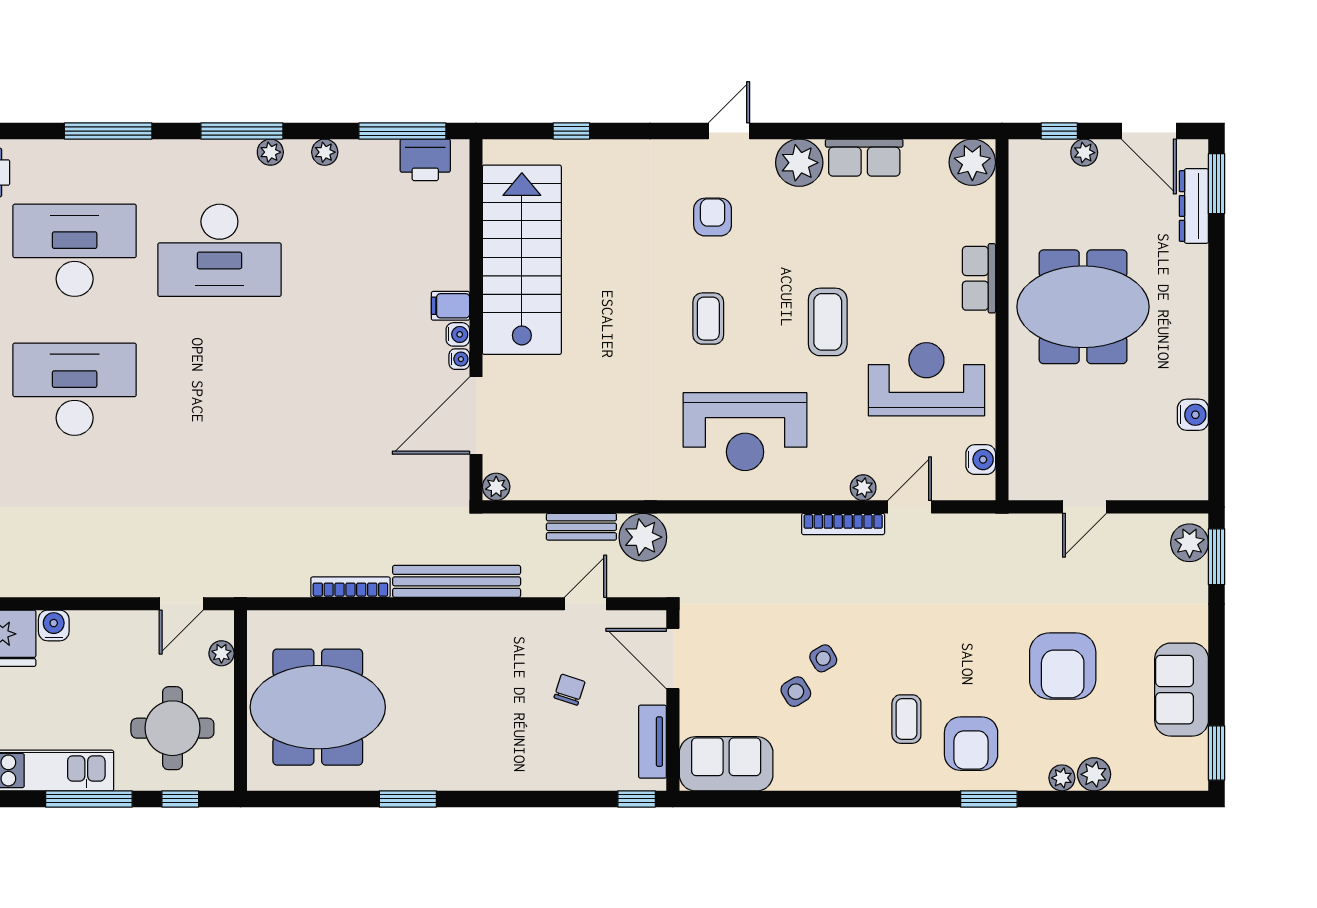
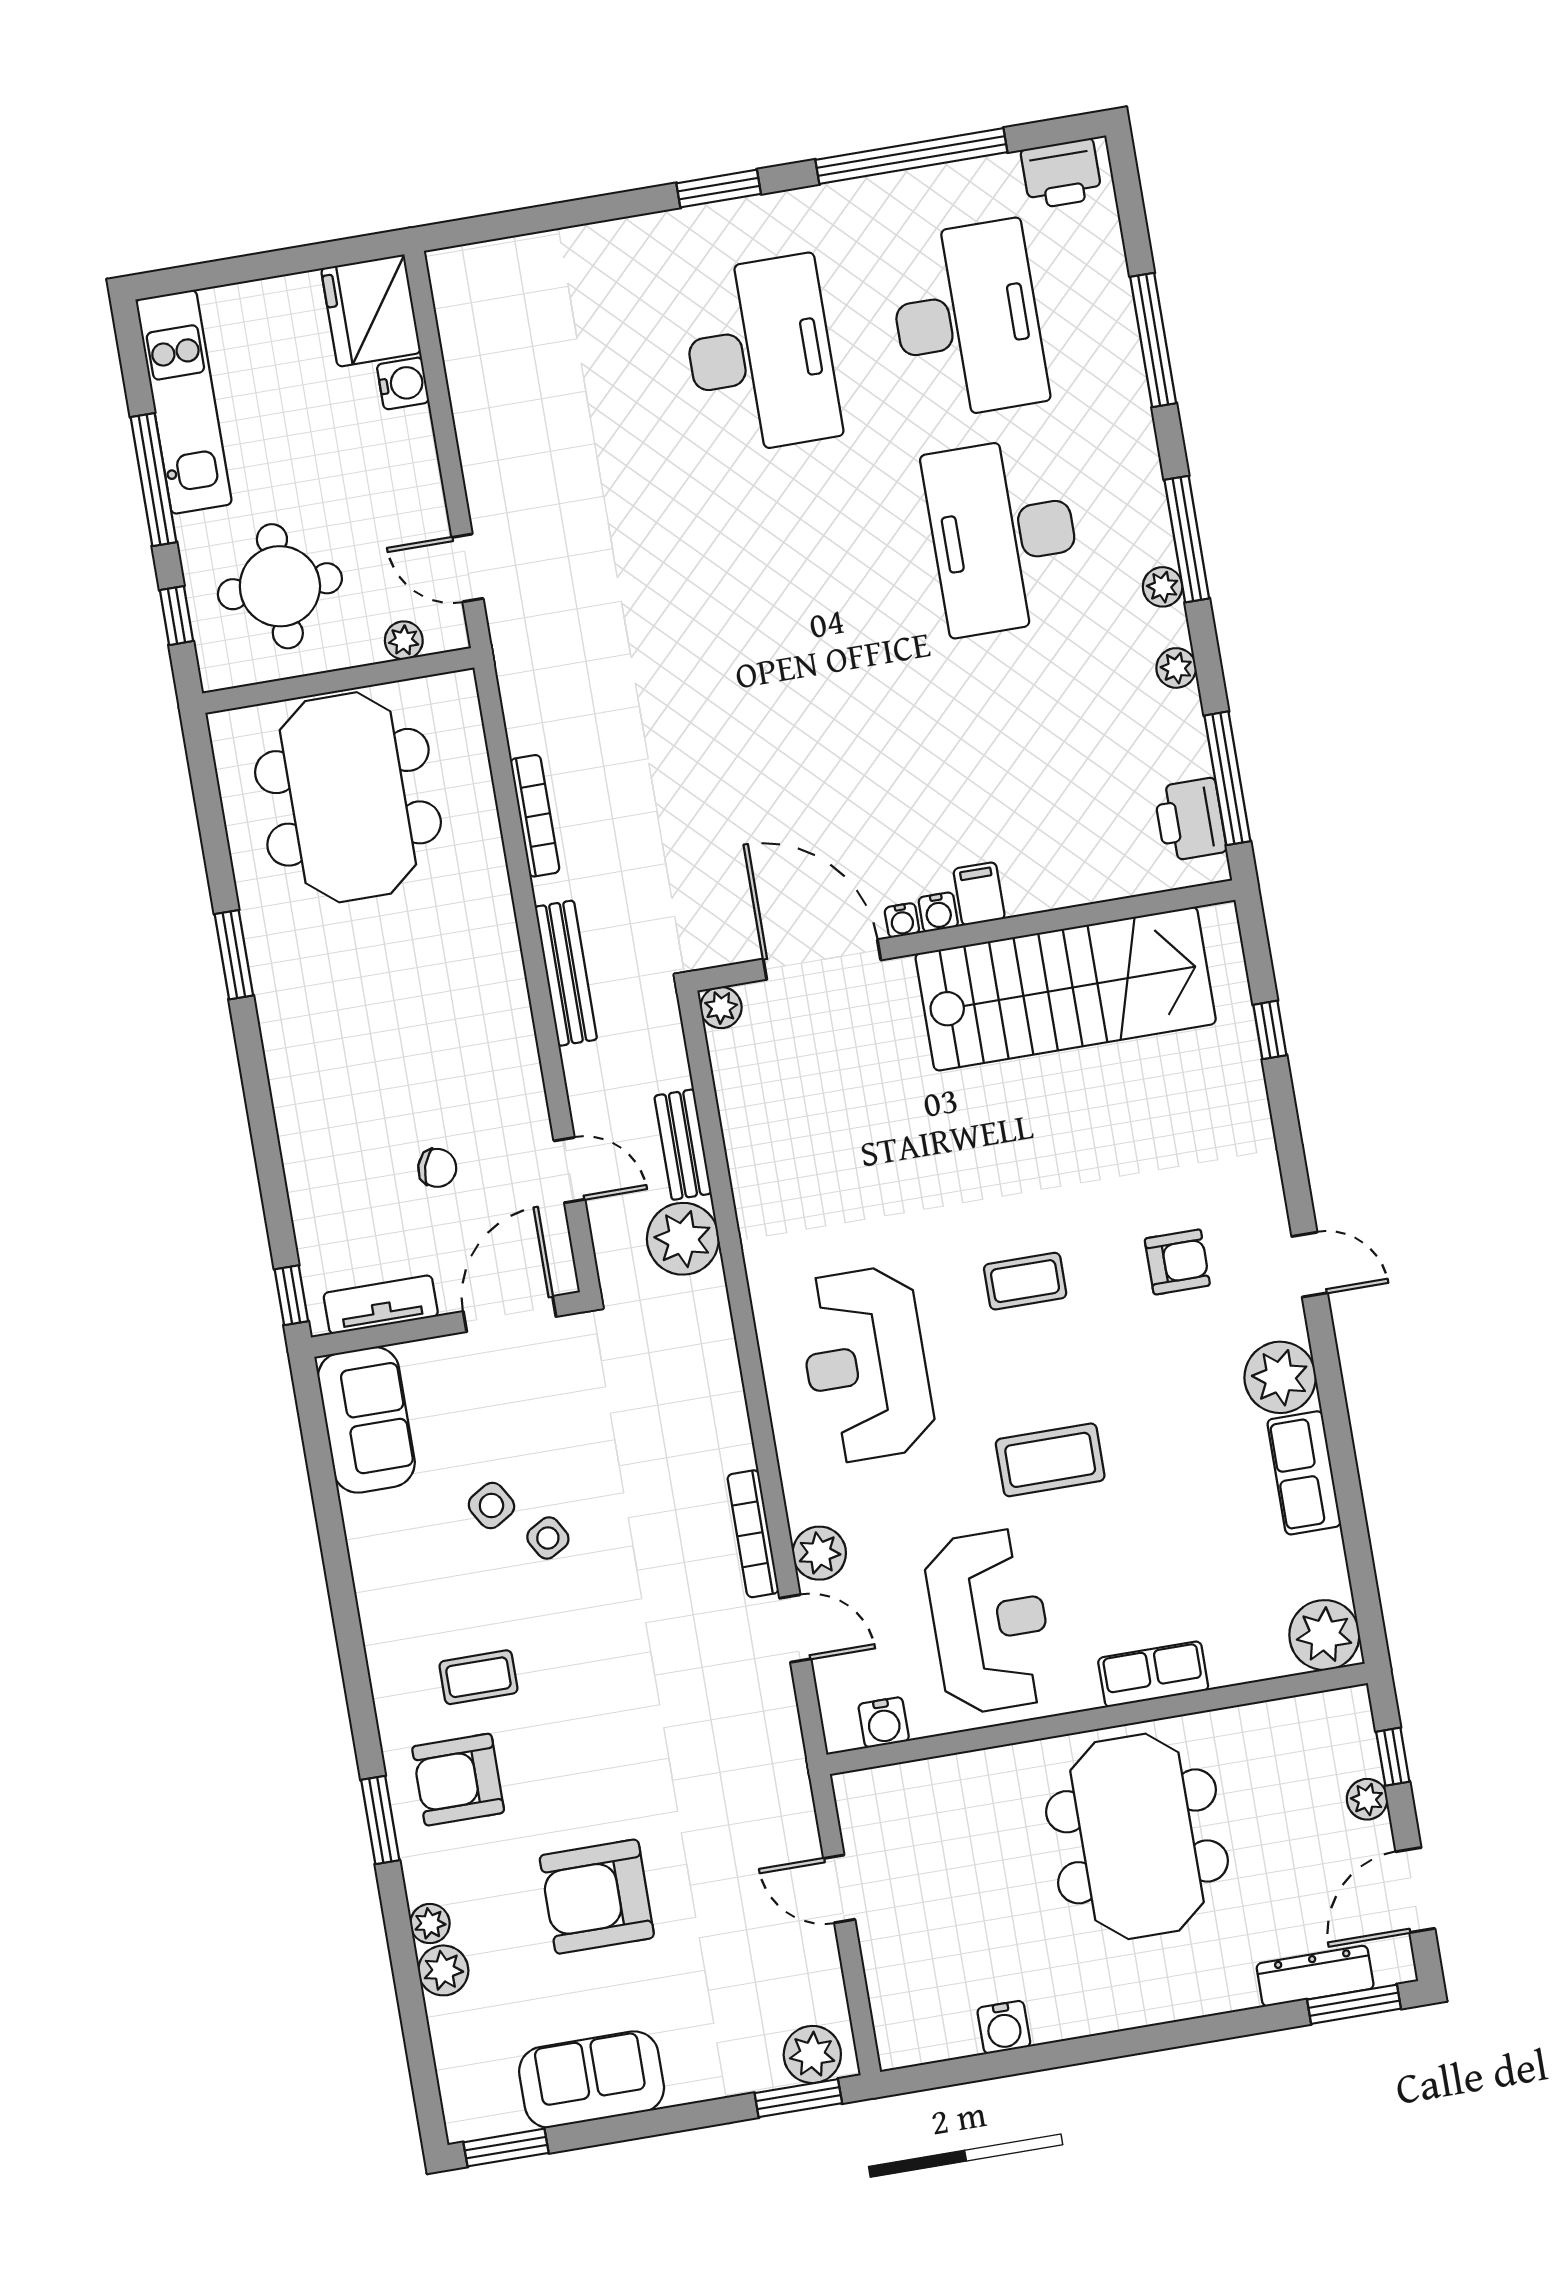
plant: (863, 488) -> (819, 1553), width x1.38, depth x1.38
bench: (457, 581) -> (566, 973), width x0.73, depth x0.82

